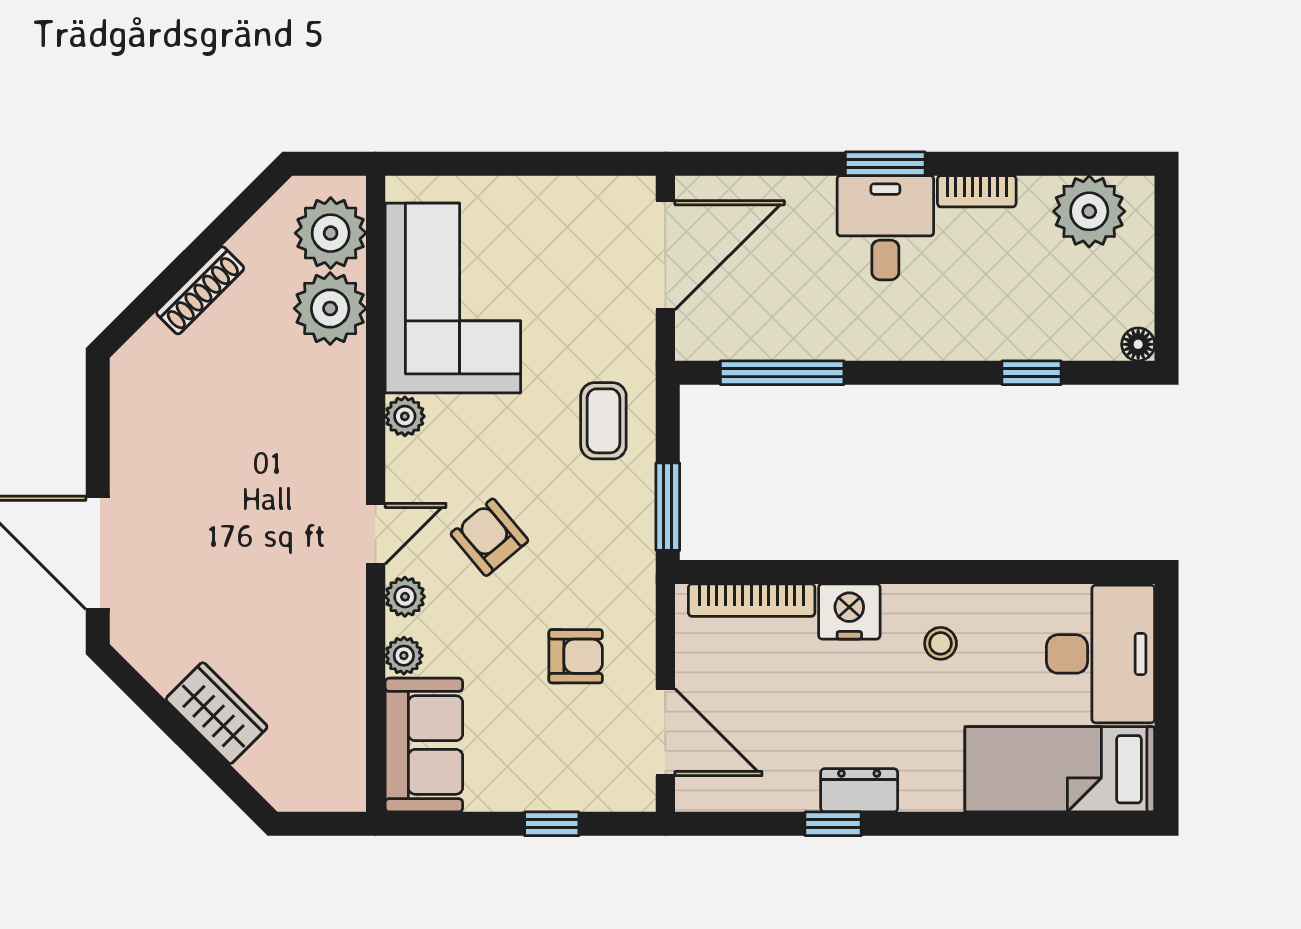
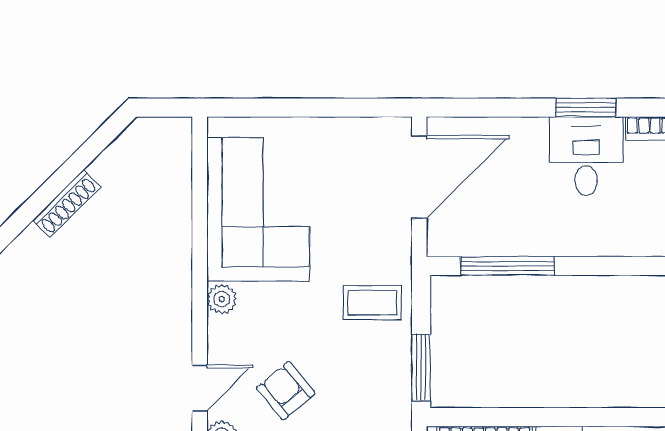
plant: (331, 233) -> (165, 160), removed
plant: (330, 308) -> (165, 217), removed
coffee table: (603, 421) -> (372, 302), turned 90

